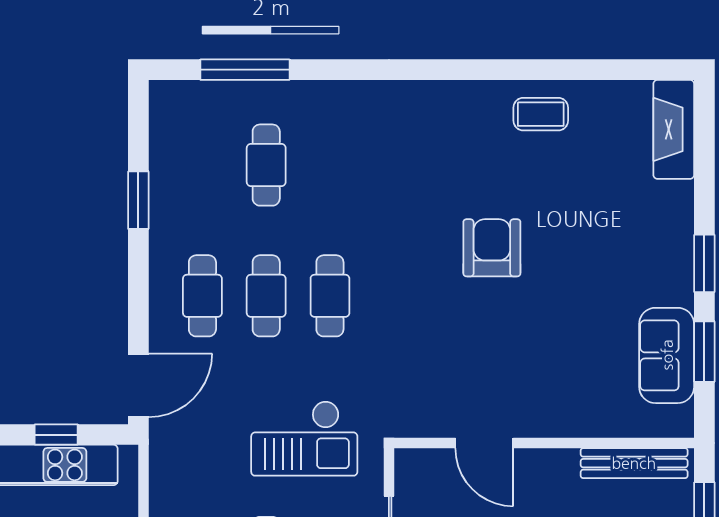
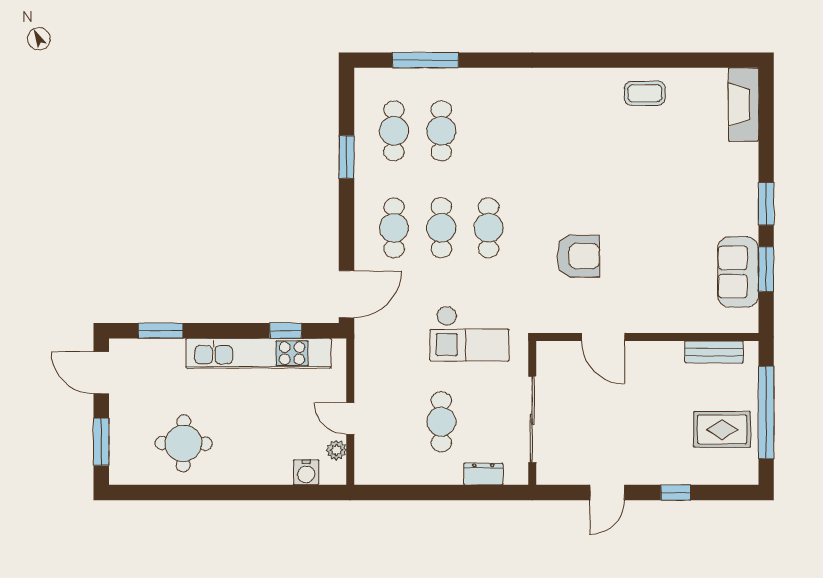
cafe table: (202, 165) -> (394, 131), added
armchair: (492, 248) -> (578, 256), moved, turned 90
bench: (634, 463) -> (714, 352), width x0.73

